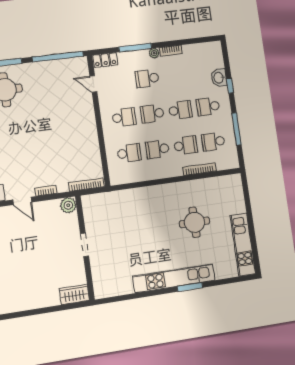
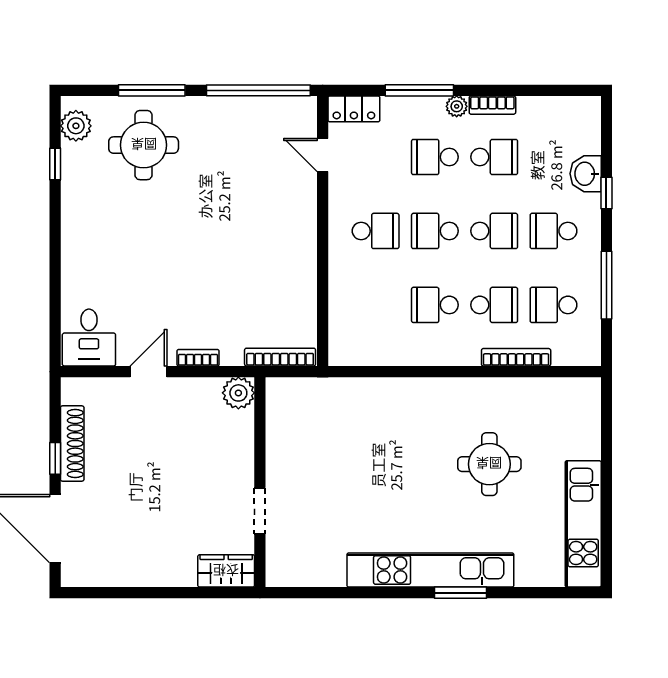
school desk: (129, 153) -> (494, 157), moved
door: (22, 201) -> (149, 372), swing flipped
doorway: (84, 245) -> (260, 511), moved

